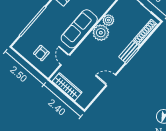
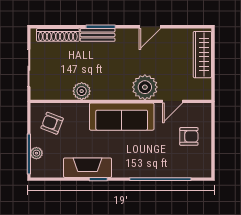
plant: (101, 33) -> (145, 87), moved
door: (111, 80) -> (150, 27), hinge flipped
wardrobe: (67, 87) -> (202, 55), moved

